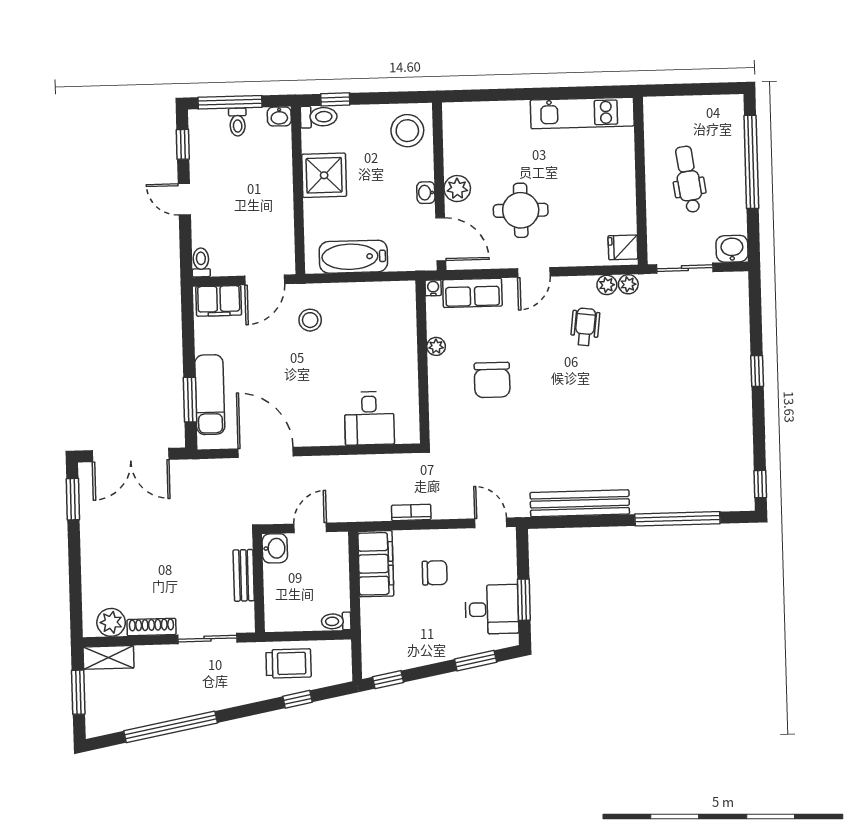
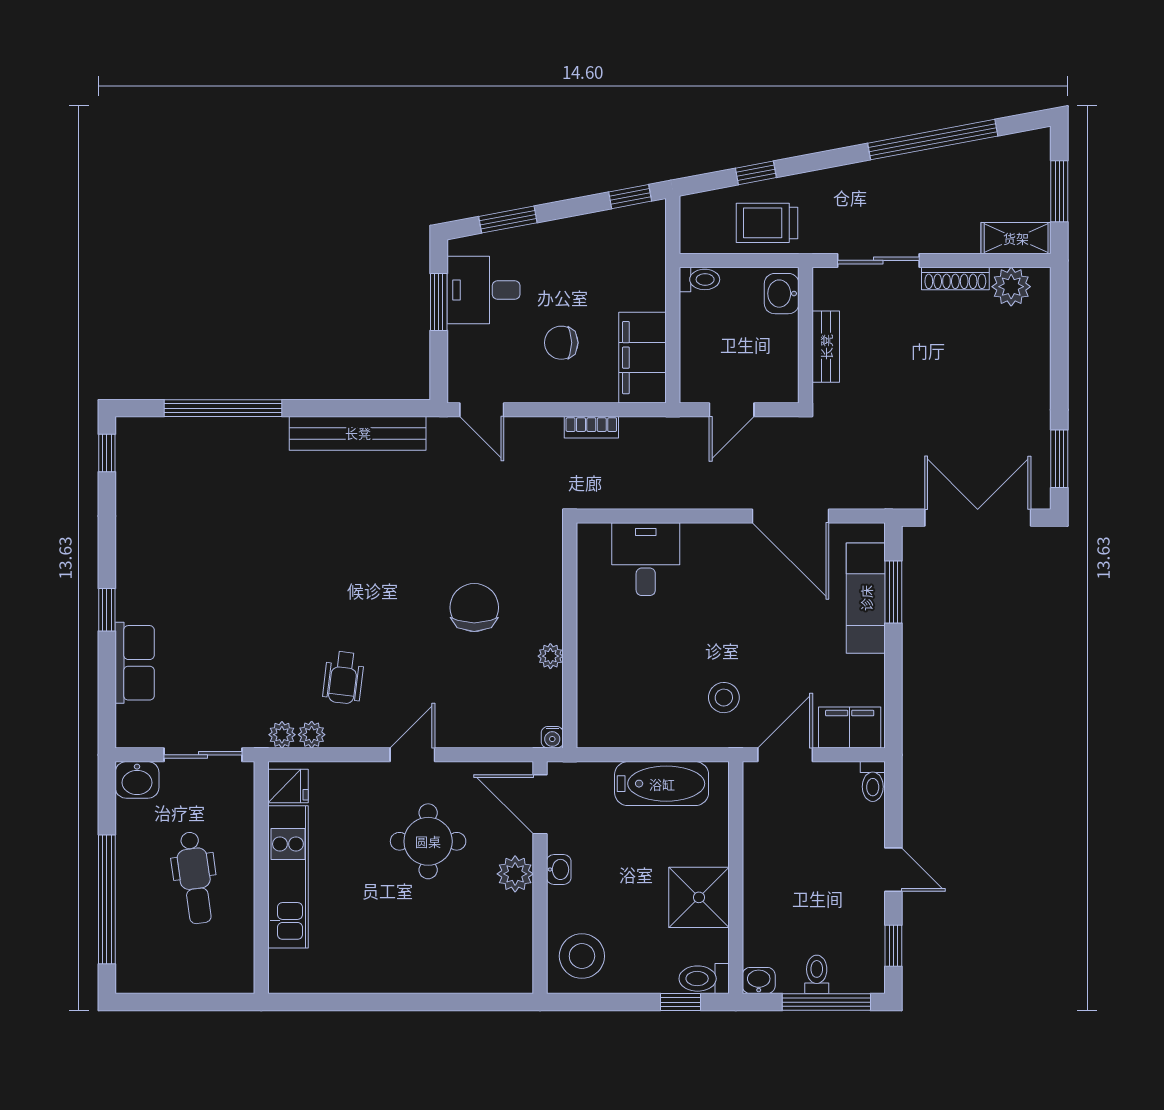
kitchen unit: (582, 113) -> (288, 877), moved, turned 90
row of seats: (472, 293) -> (135, 663), moved, turned 90
washbasin: (275, 548) -> (782, 294), moved

